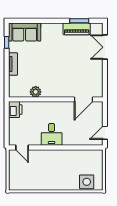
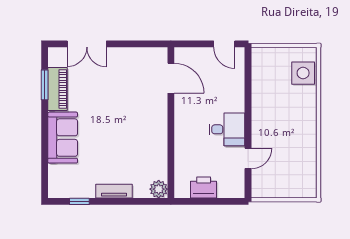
sofa: (25, 32) -> (63, 138), moved
plant: (36, 92) -> (159, 189), moved
printer: (15, 110) -> (204, 187), moved
door: (22, 147) -> (248, 158), moved

